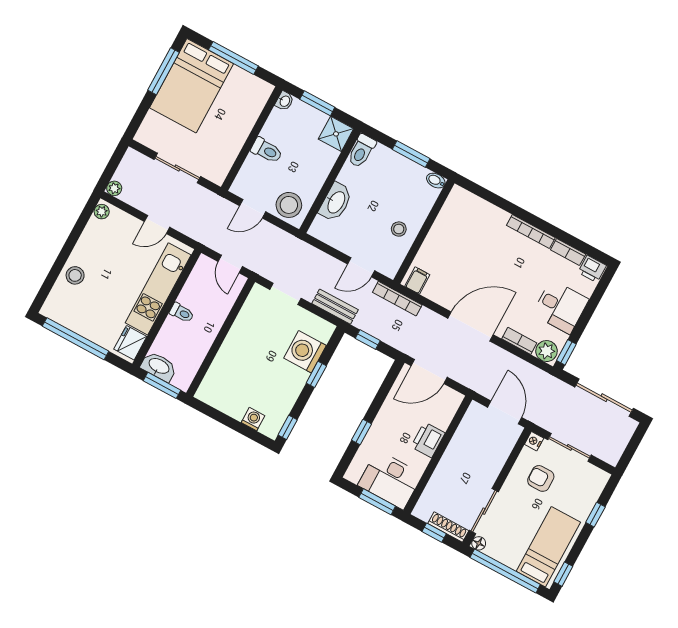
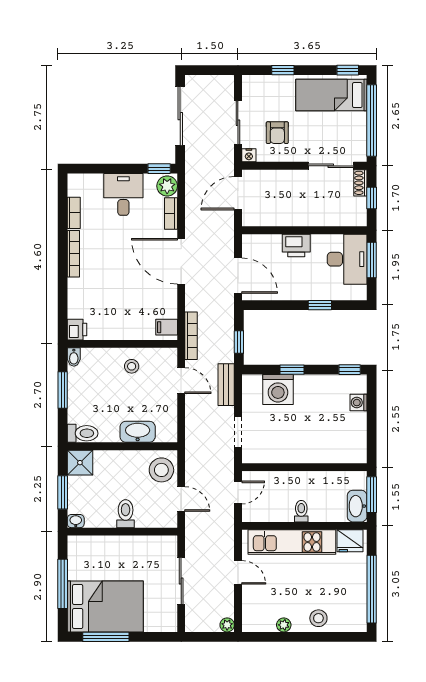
plant: (102, 212) -> (284, 625), moved
printer: (592, 269) -> (77, 330), moved
shoe rack: (448, 527) -> (360, 183), width x0.70
floor lamp: (479, 543) -> (360, 155), removed

